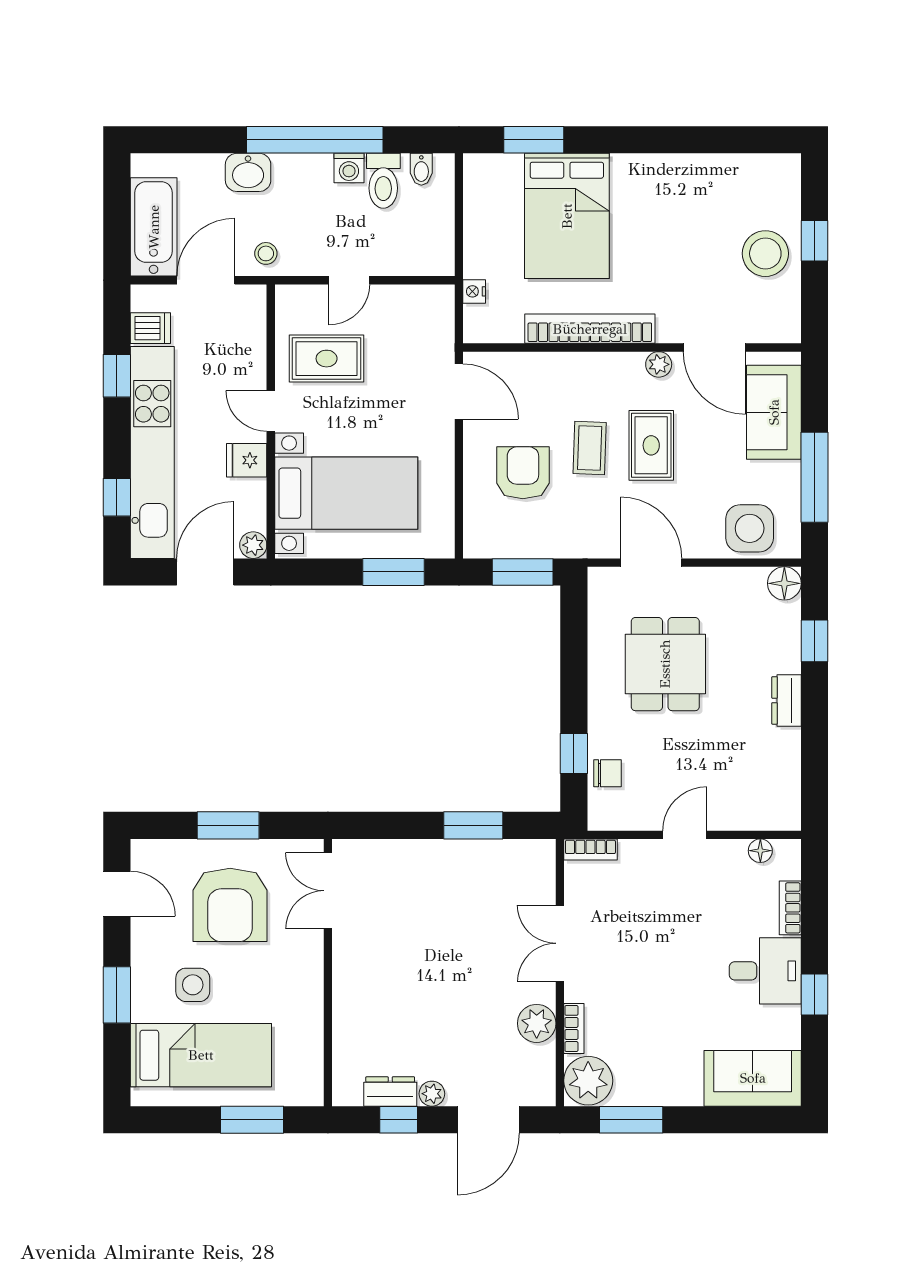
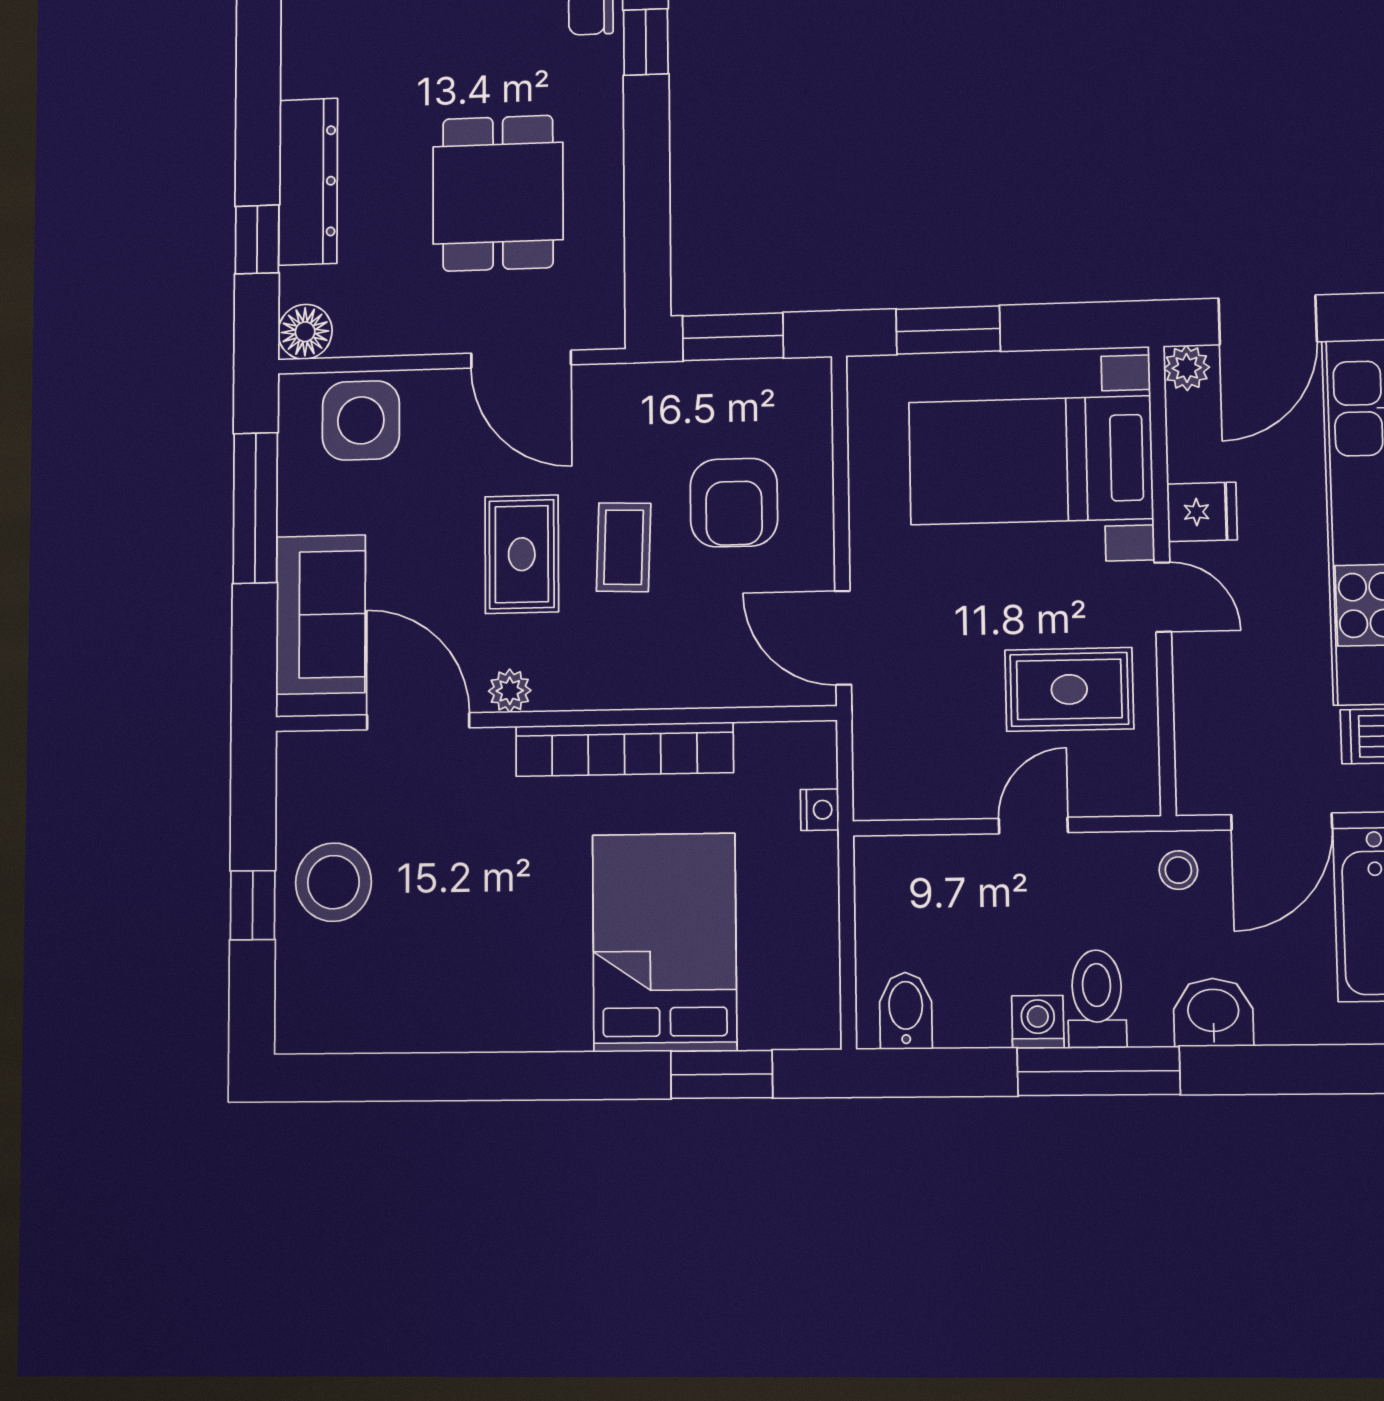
window: (315, 140) -> (1098, 1071), width x0.68
bidet: (421, 169) -> (906, 1011), width x1.38, depth x1.36
toilet: (383, 181) -> (1097, 999), moved
dresser: (786, 700) -> (308, 182), width x1.96, depth x1.24

